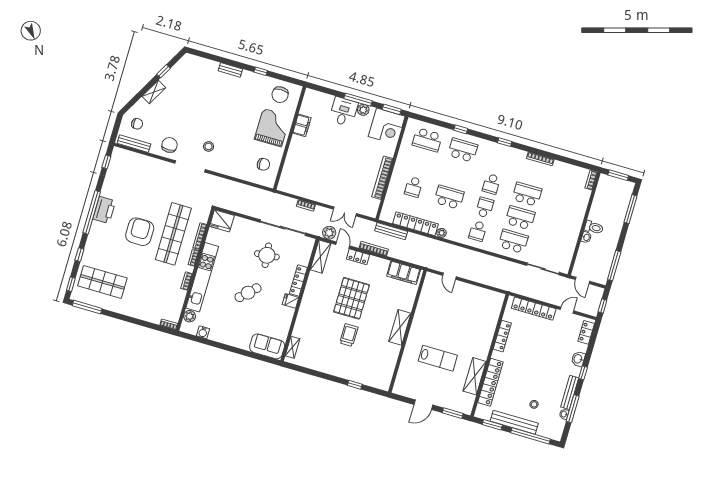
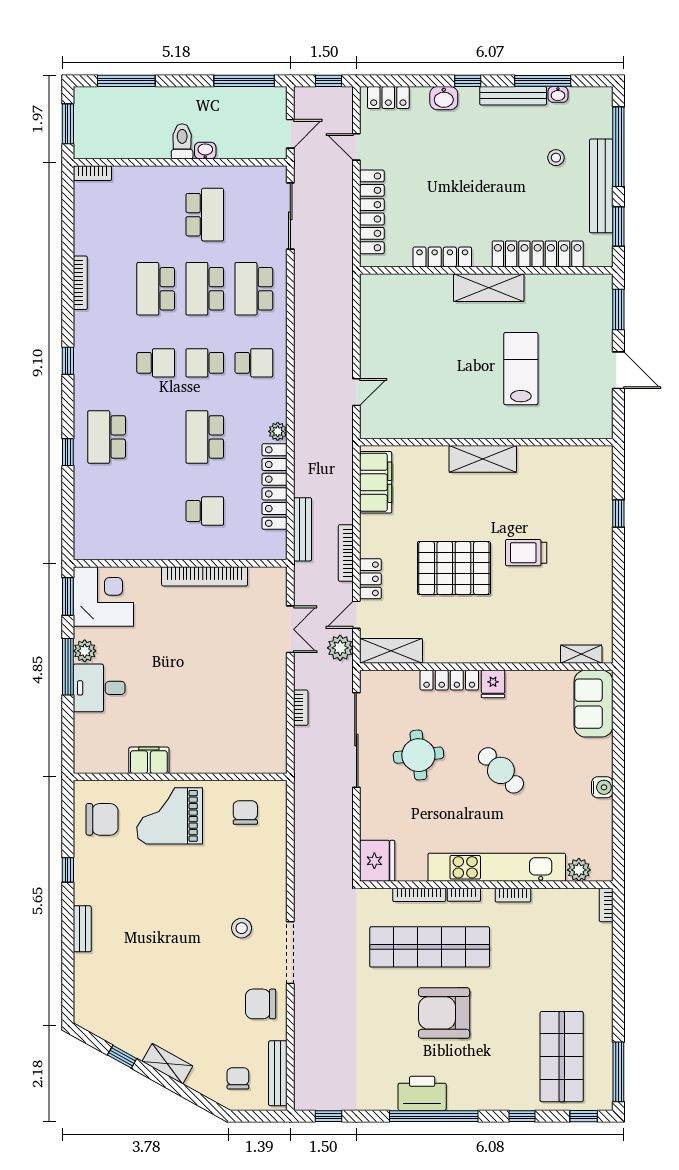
school desk: (427, 140) -> (205, 215), moved
water cooler: (203, 332) -> (602, 787), moved
shelving: (475, 376) -> (489, 288), moved

